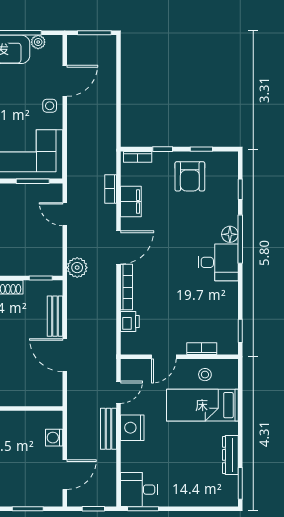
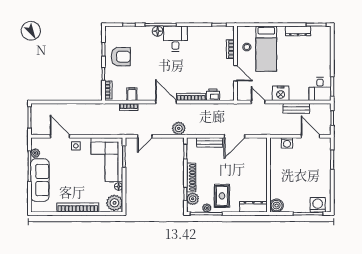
filing cabinet: (131, 202) -> (132, 94), width x0.50
bench: (109, 429) -> (296, 108), moved

